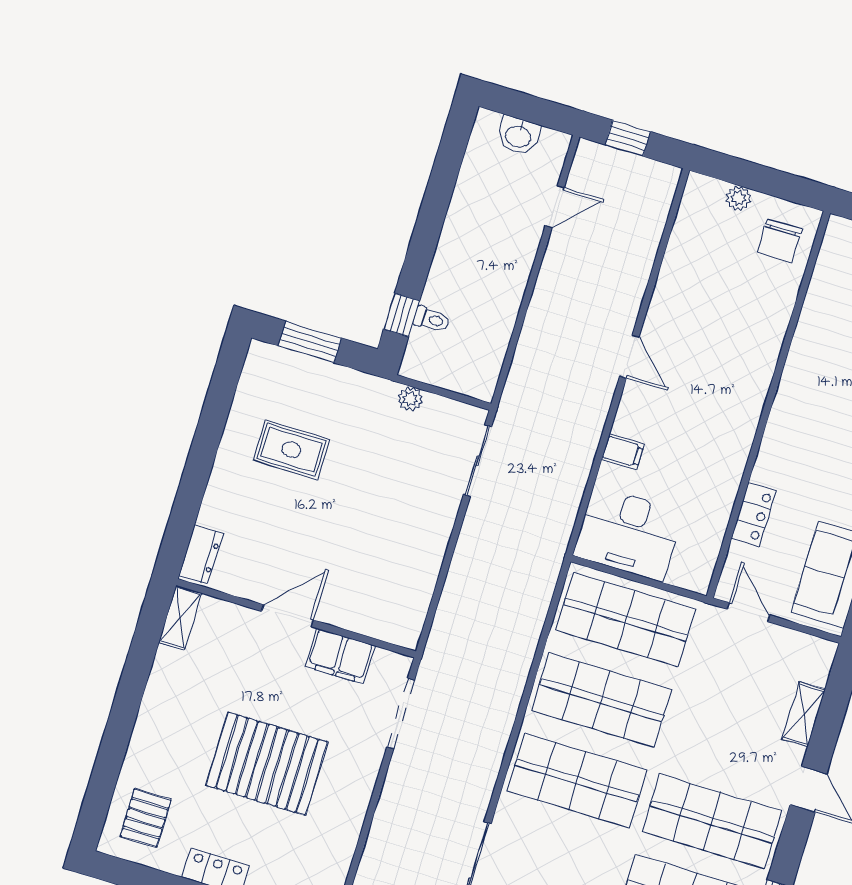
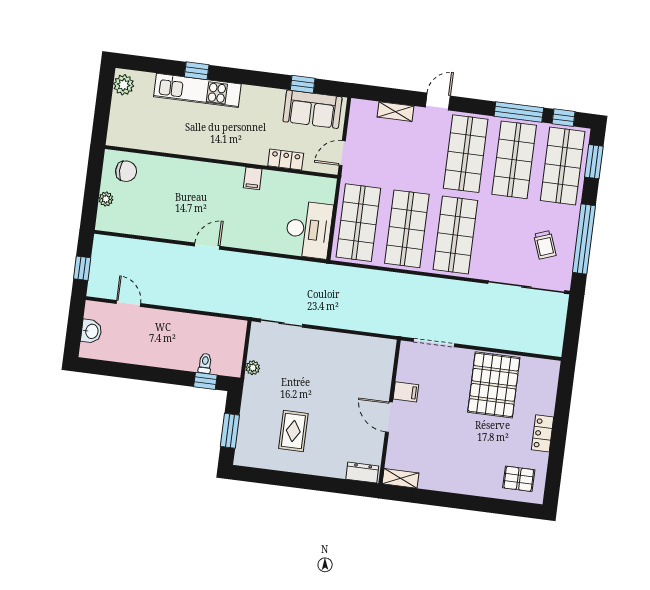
filing cabinet: (623, 452) -> (253, 178), moved, turned 180
filing cabinet: (340, 656) -> (406, 392), width x0.50
pallet: (267, 764) -> (494, 385), moved

